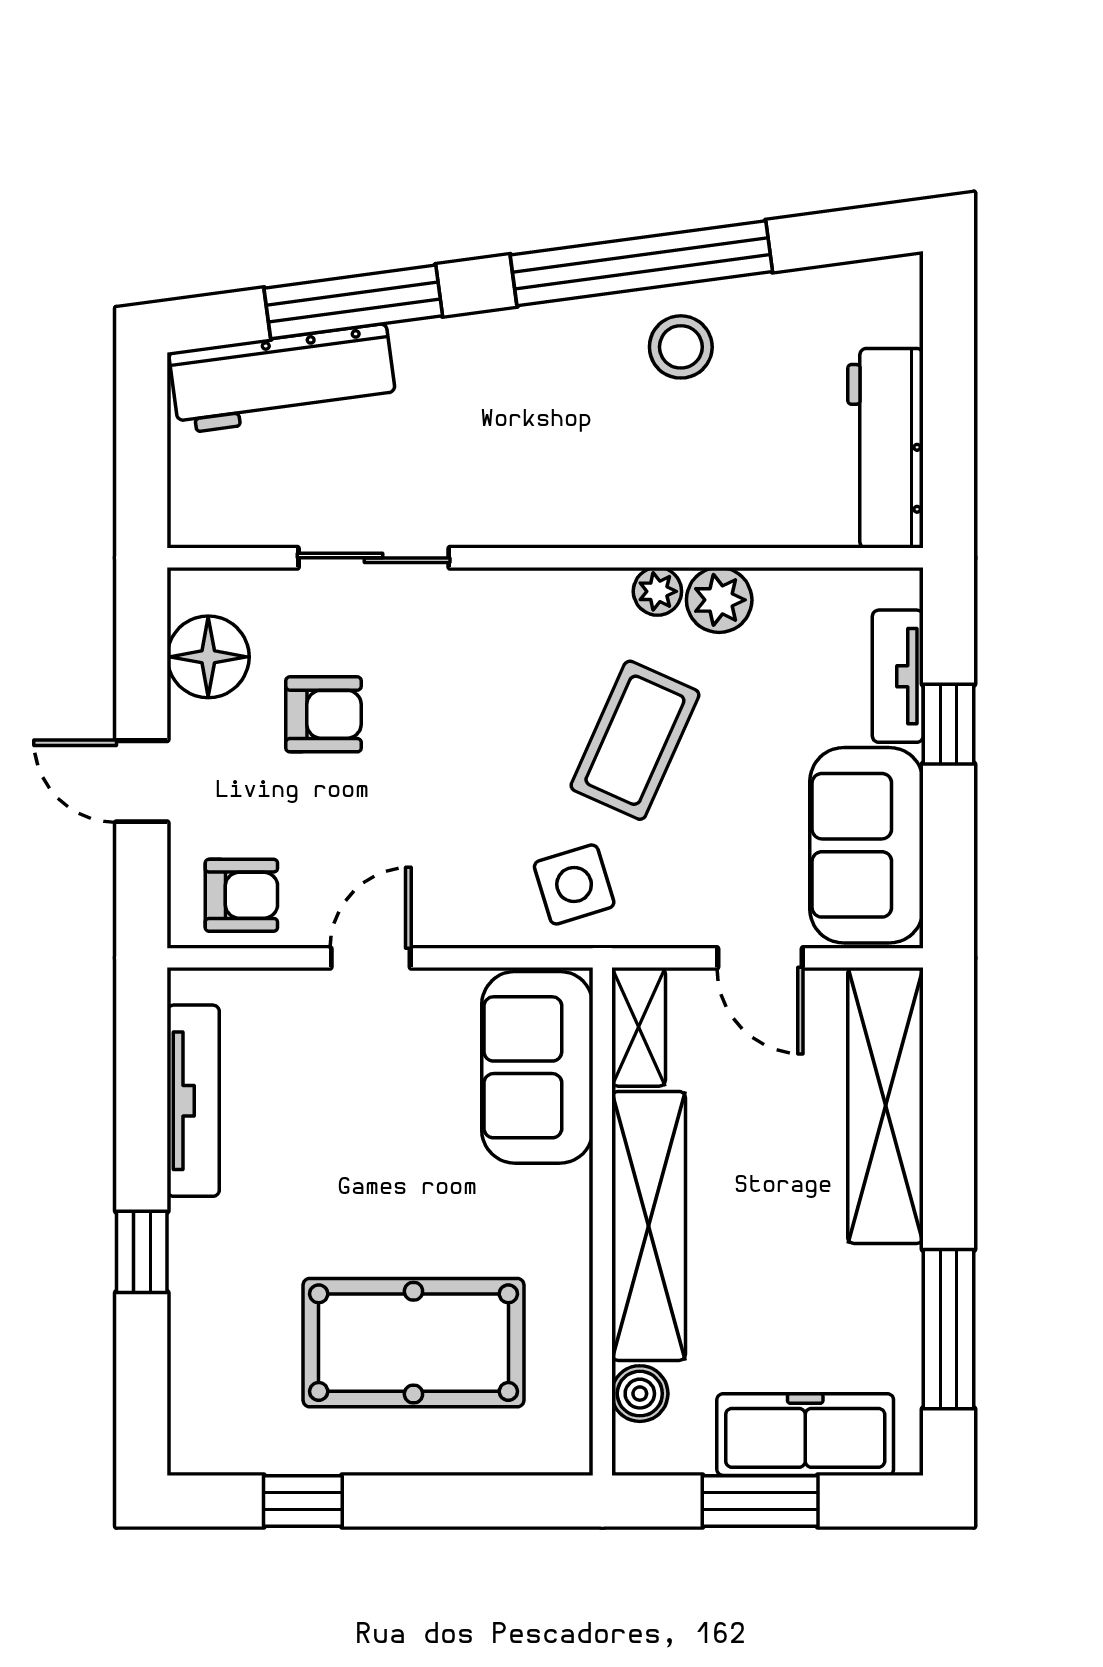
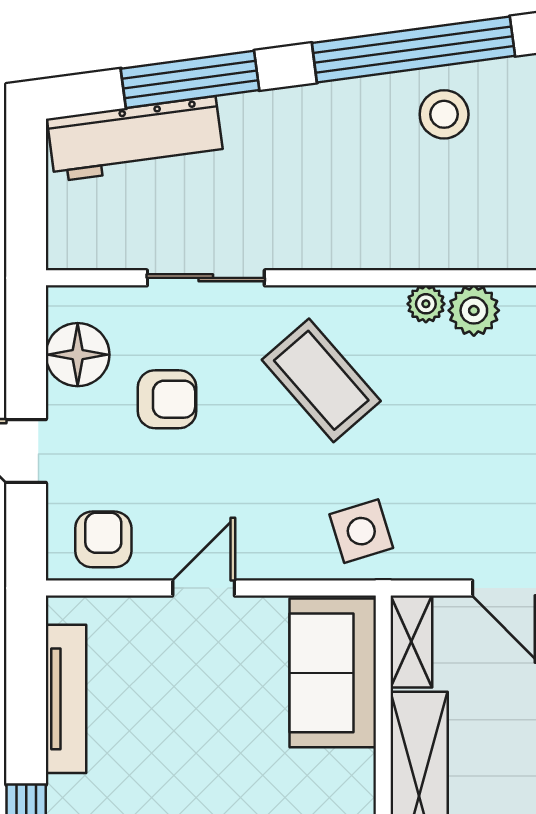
coffee table: (635, 740) -> (321, 380), moved, turned -65
armchair: (241, 895) -> (103, 539), turned -90

